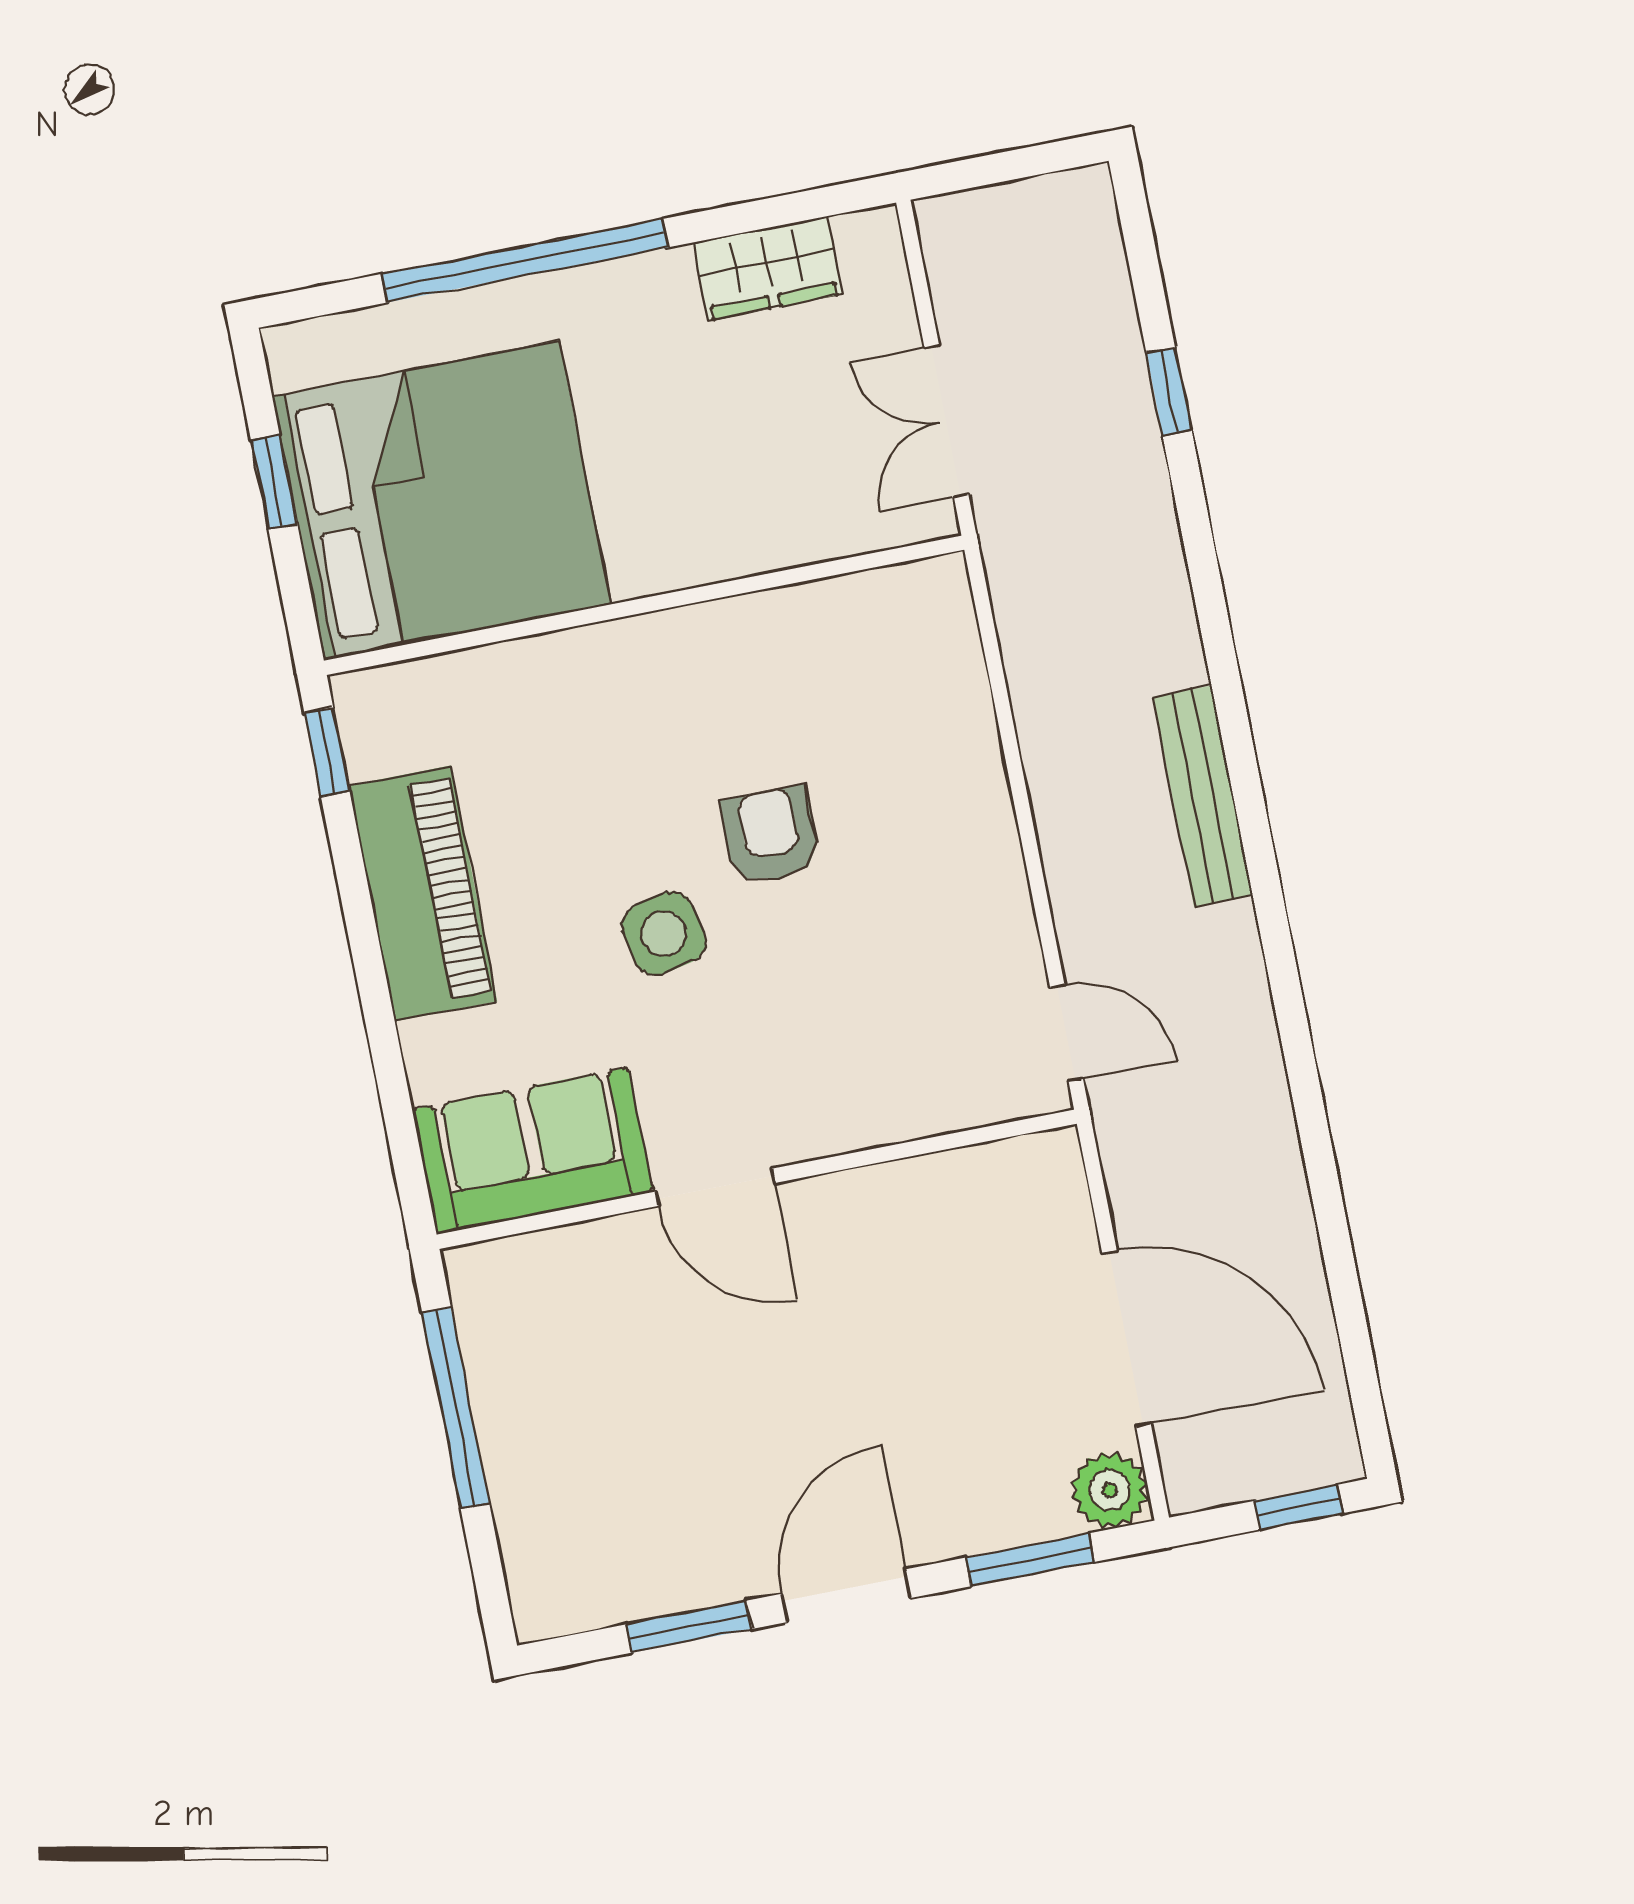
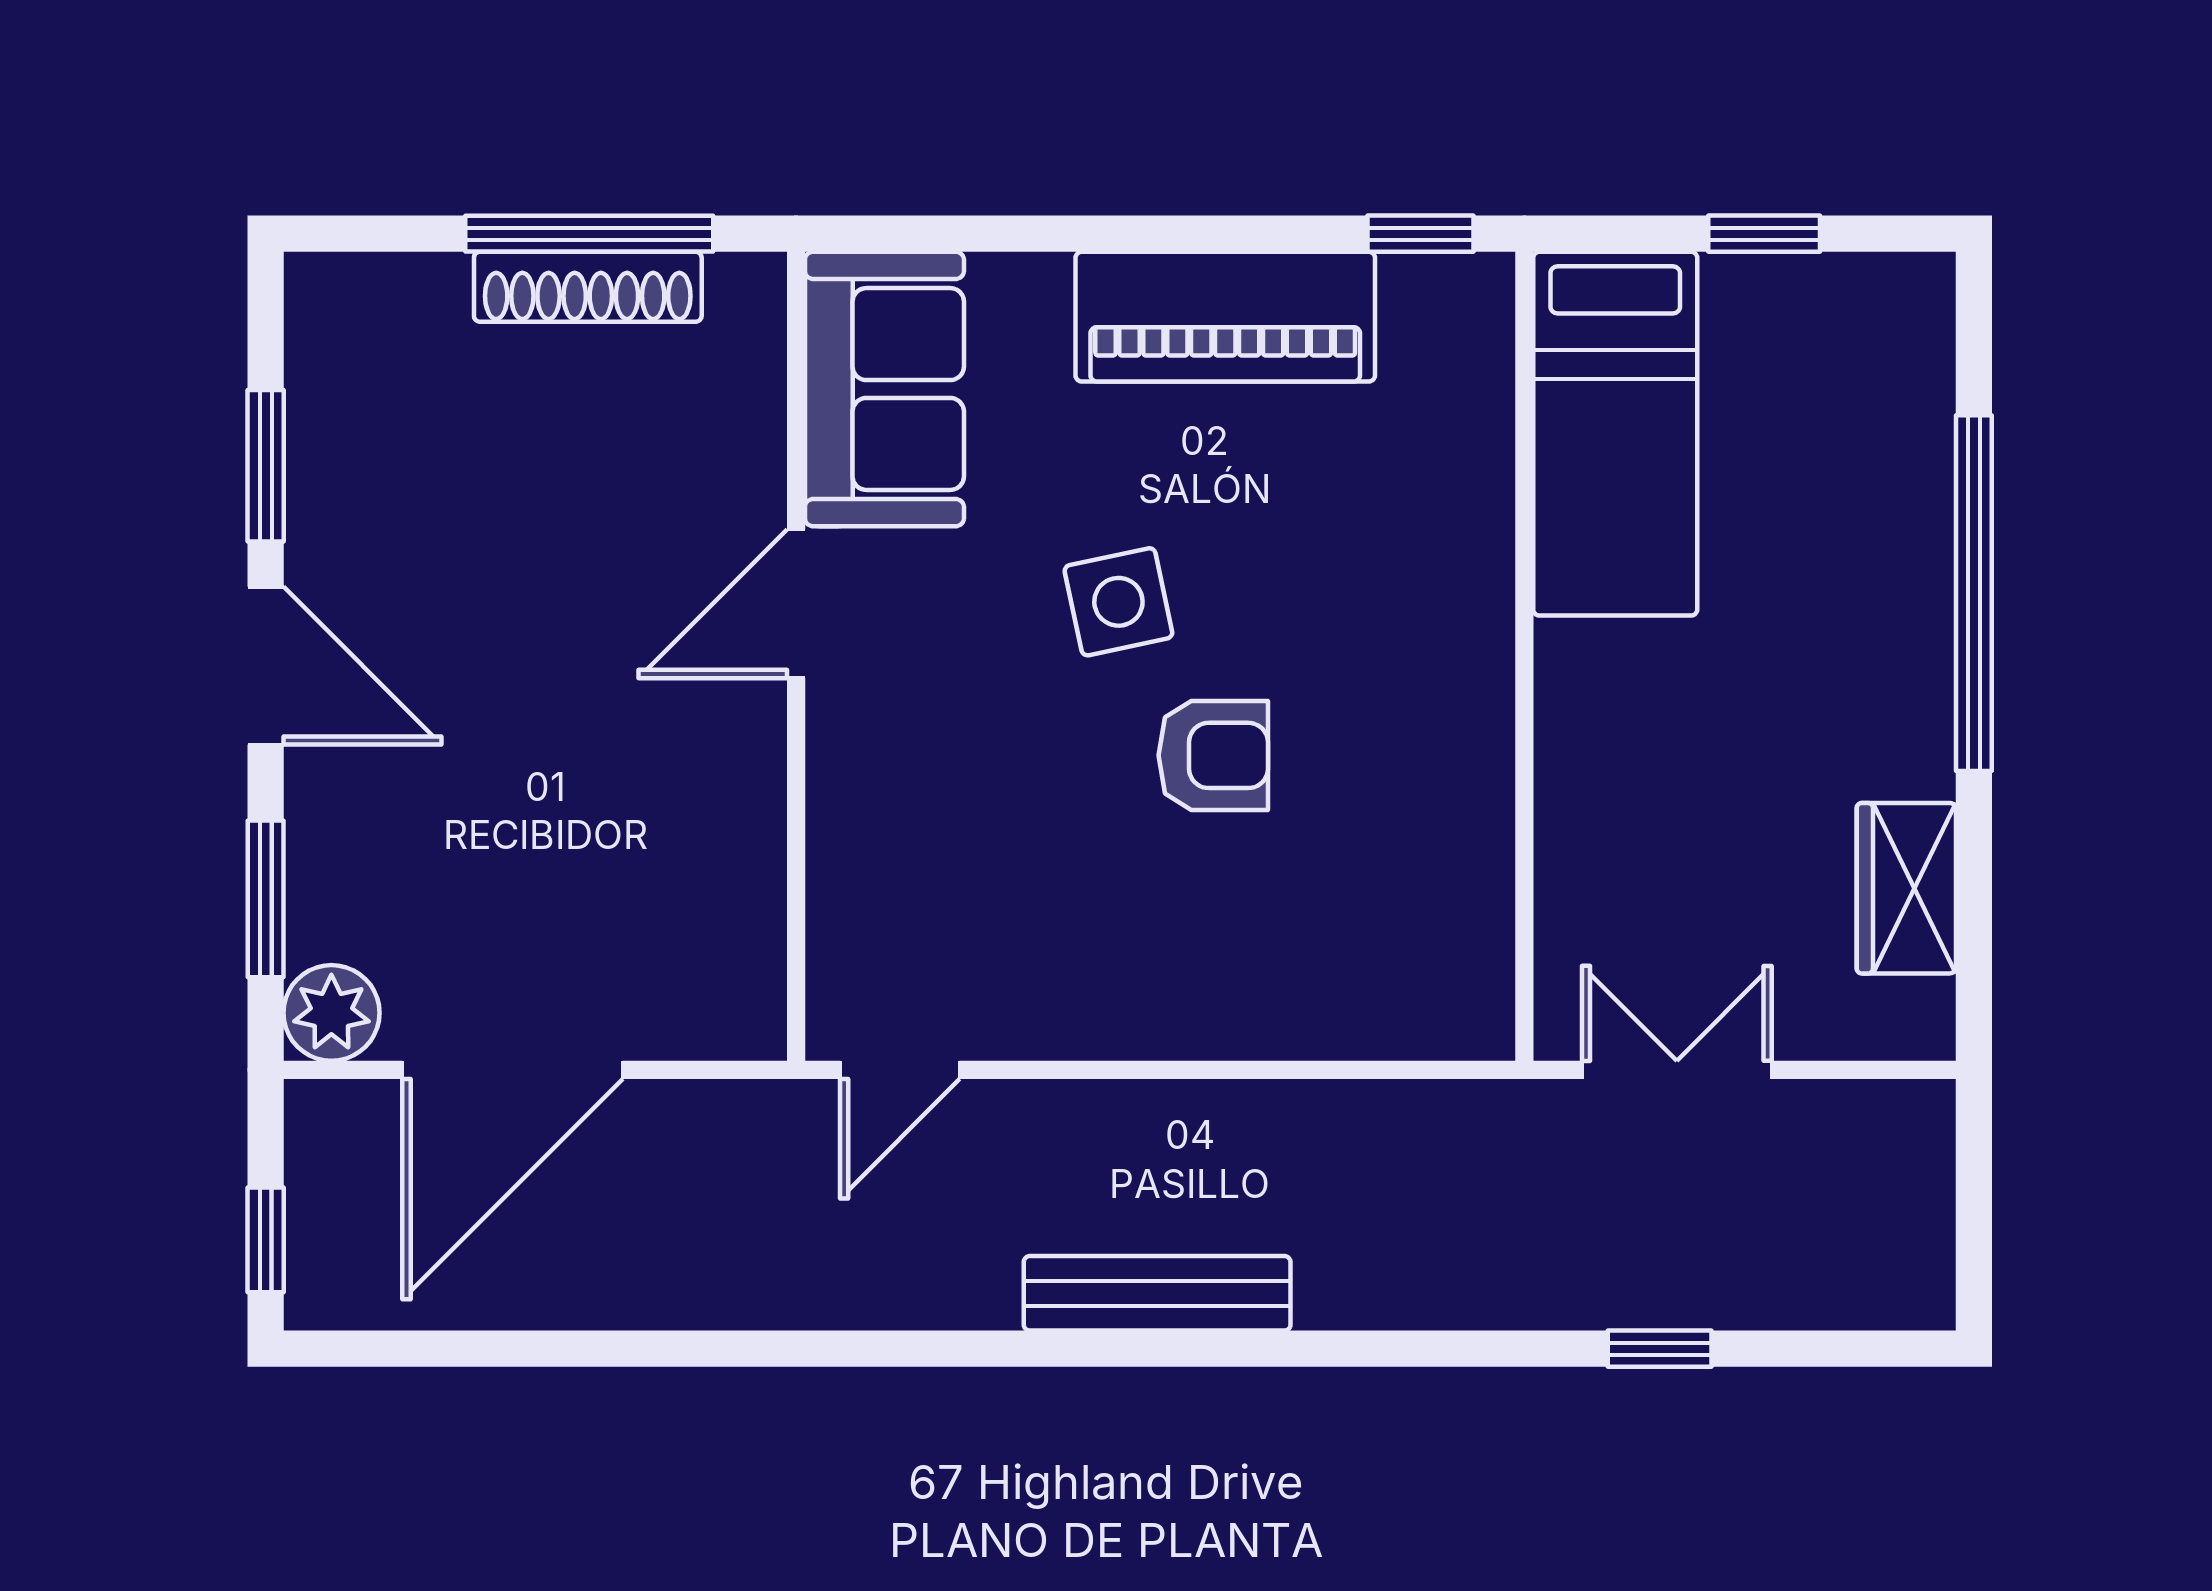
bed: (441, 501) -> (1615, 434), width x0.49
shoe rack: (498, 1400) -> (588, 287), added

